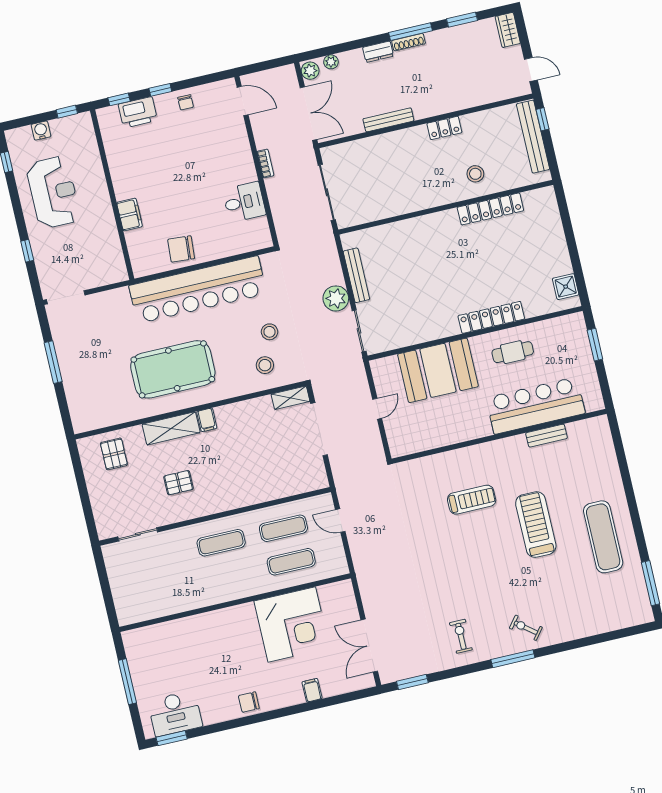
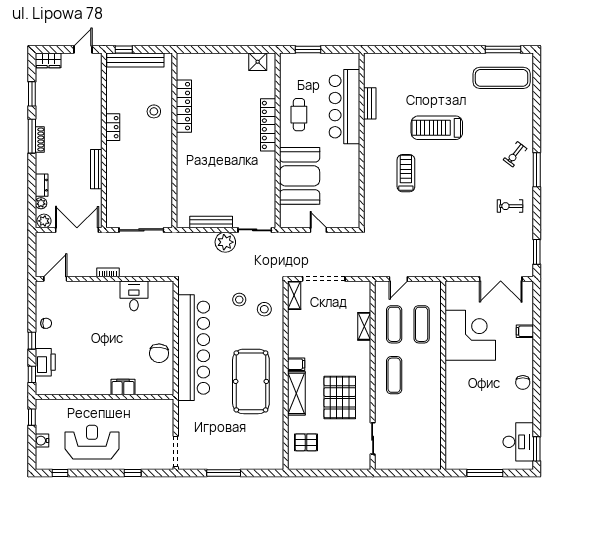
dresser: (378, 52) -> (42, 185), moved
pallet: (179, 483) -> (340, 397), width x2.05, depth x2.00
shelving: (272, 492) -> (364, 326), added
exercise mat: (603, 537) -> (502, 78), moved

